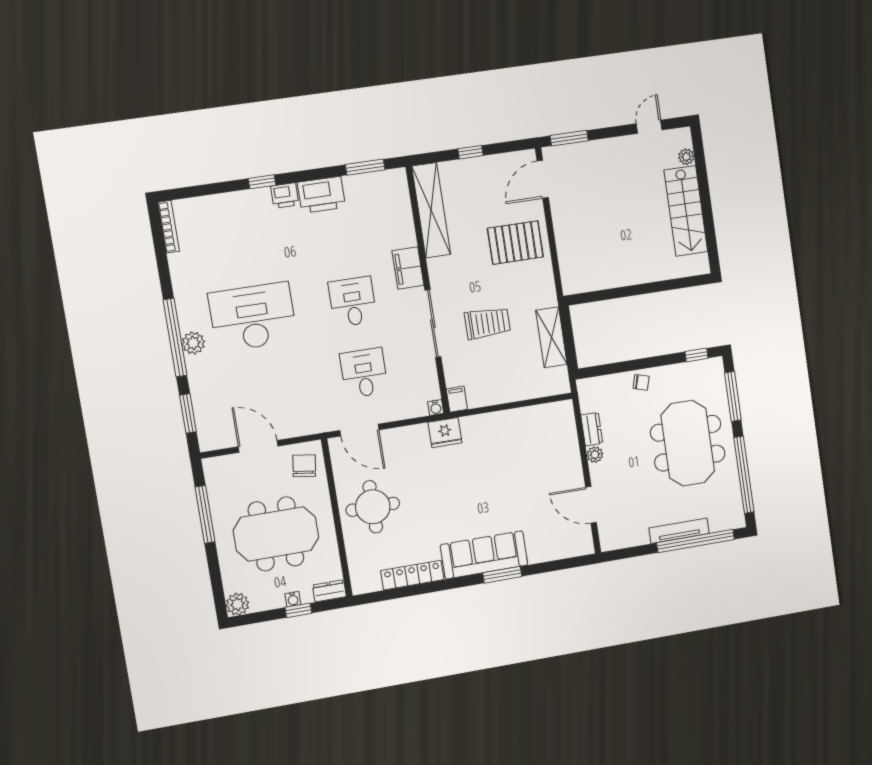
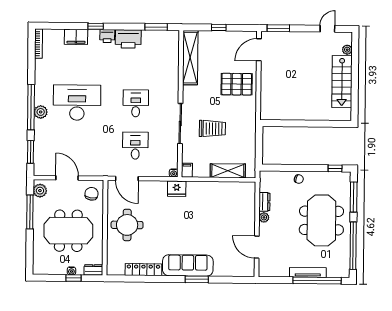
filing cabinet: (408, 268) -> (76, 37), moved, turned -90
shelving: (551, 337) -> (228, 171), moved, turned 90
plant: (237, 604) -> (40, 191), moved

